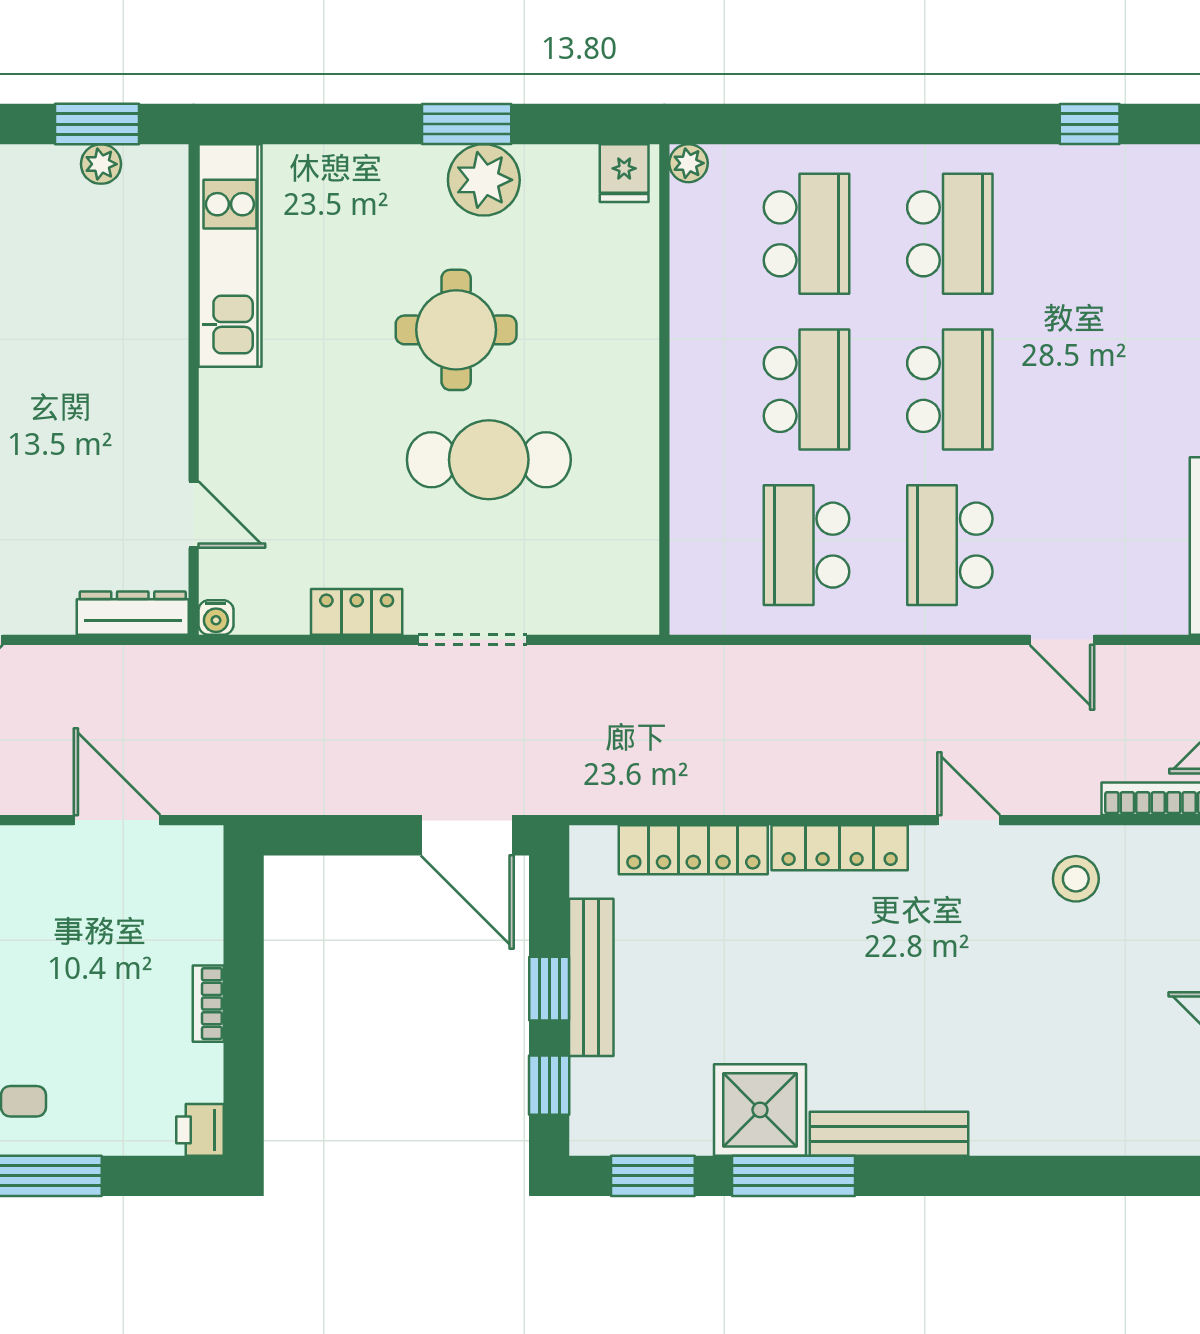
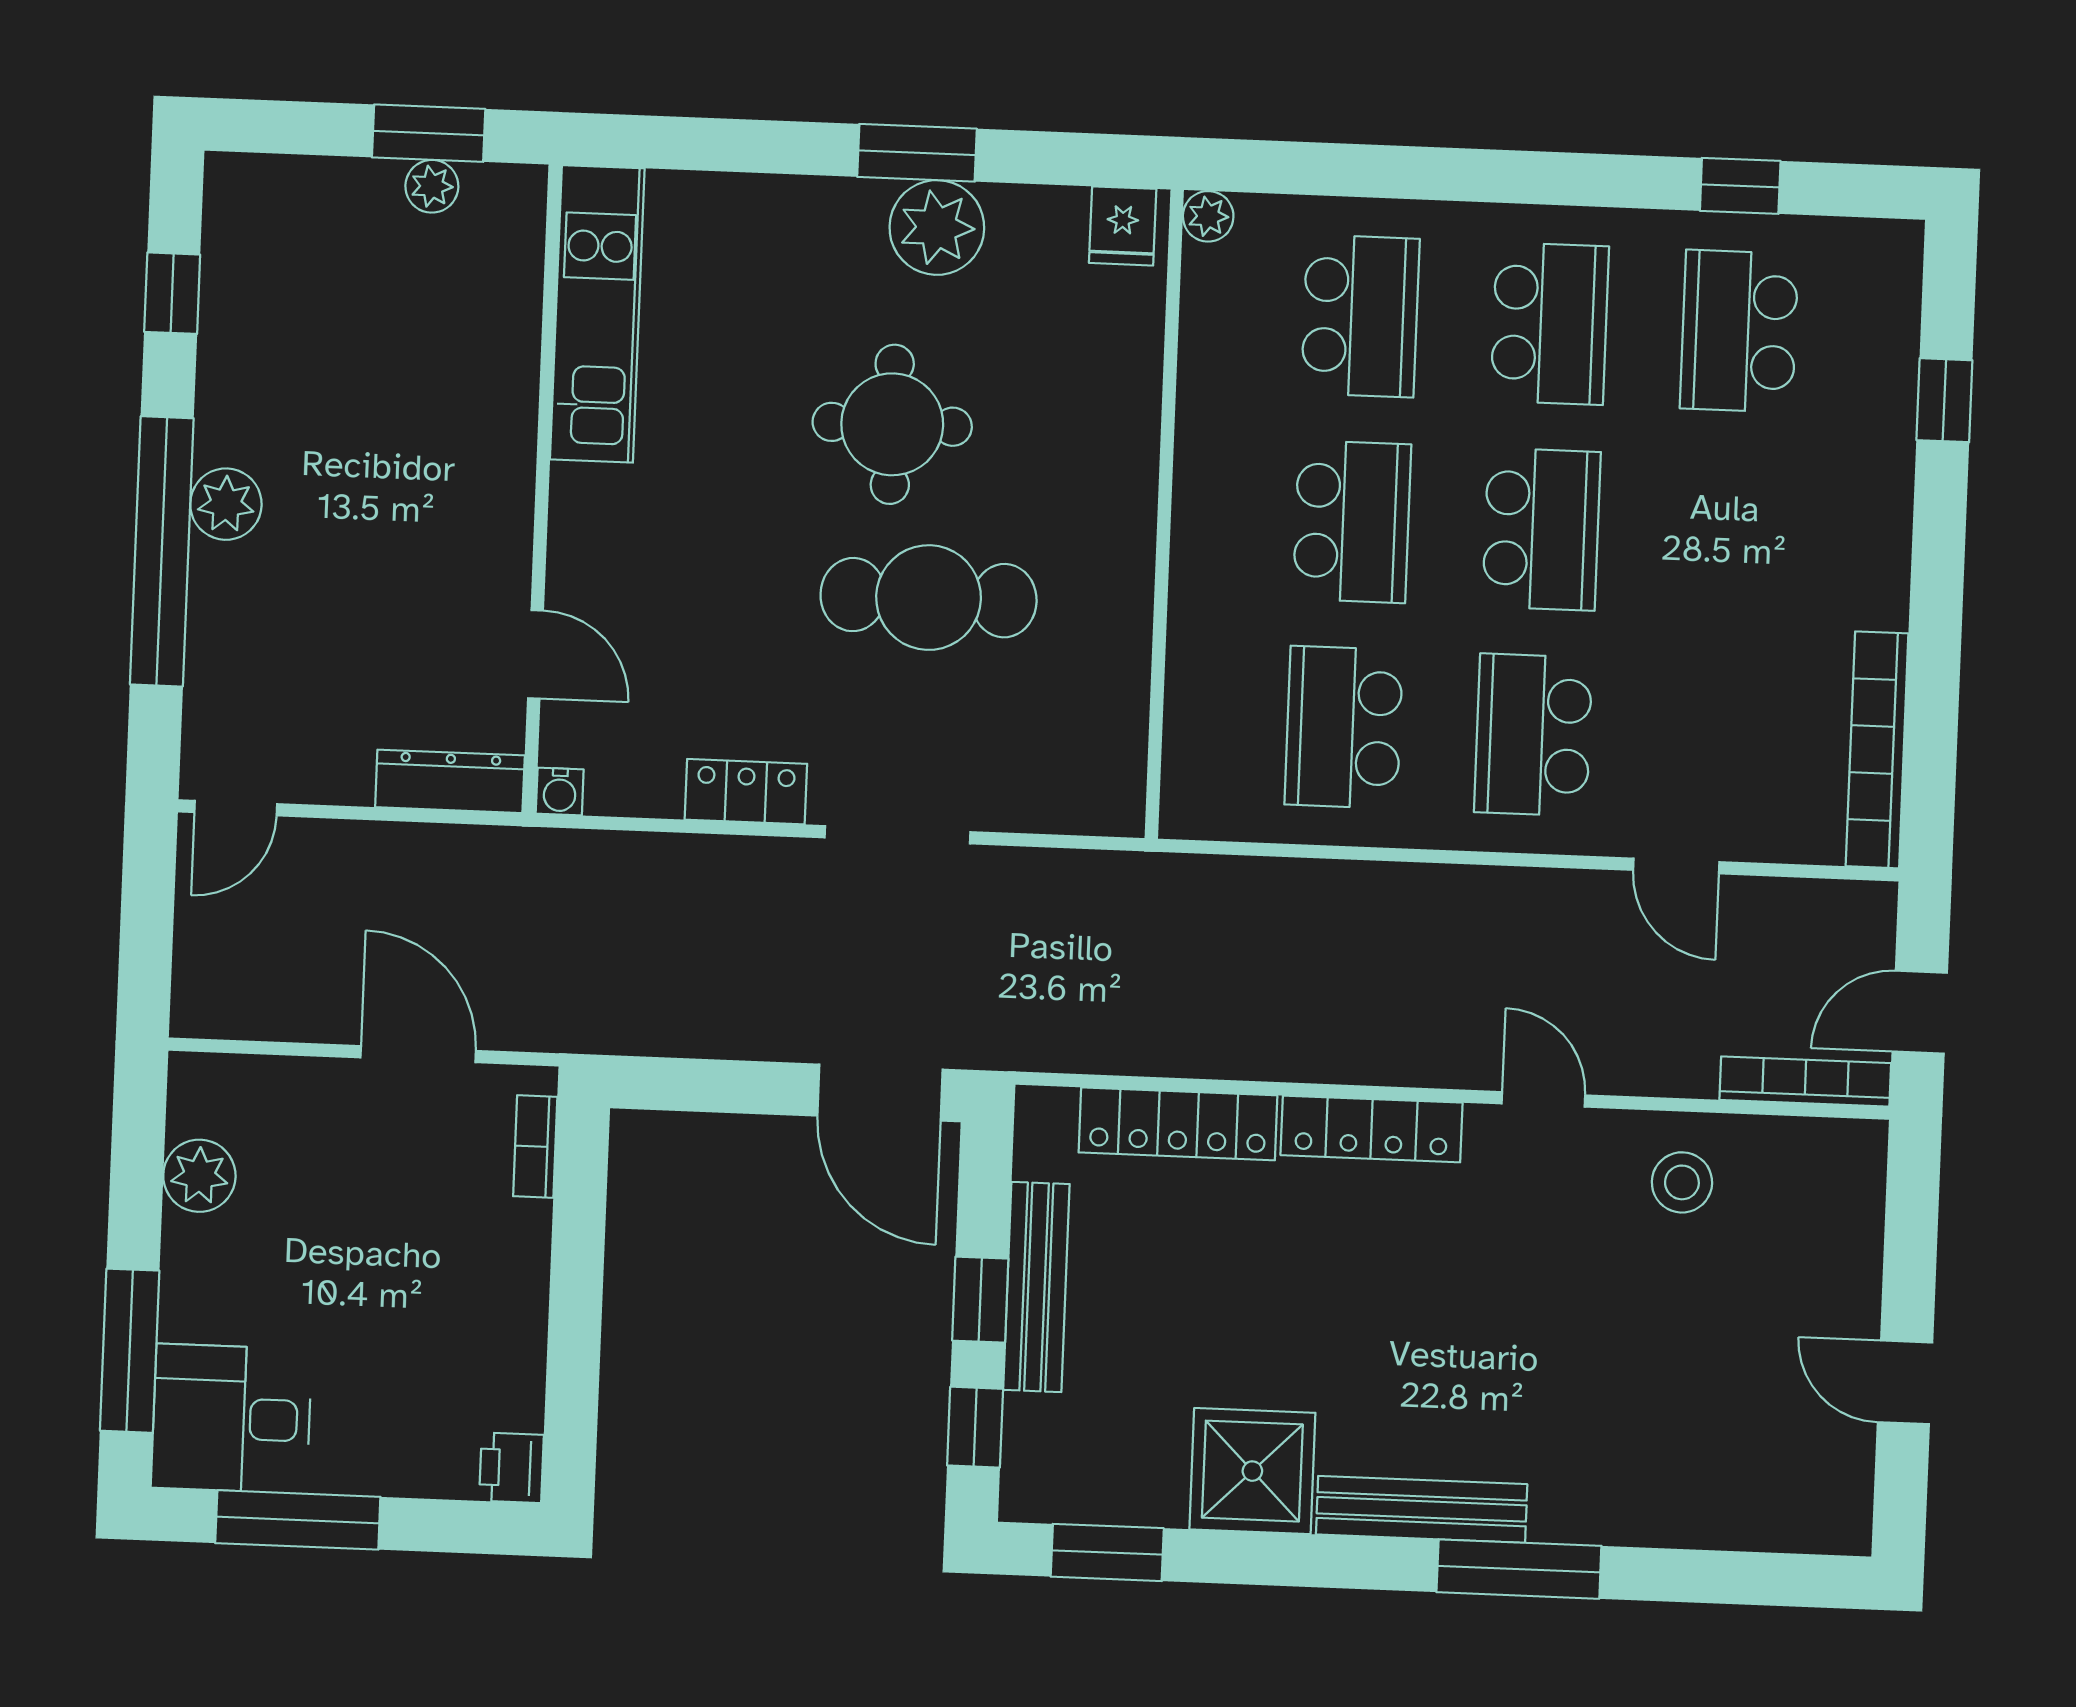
school desk: (1093, 234) -> (1739, 331), added
bookcase: (208, 1004) -> (535, 1146), moved
window: (793, 1176) -> (1519, 1569), moved

